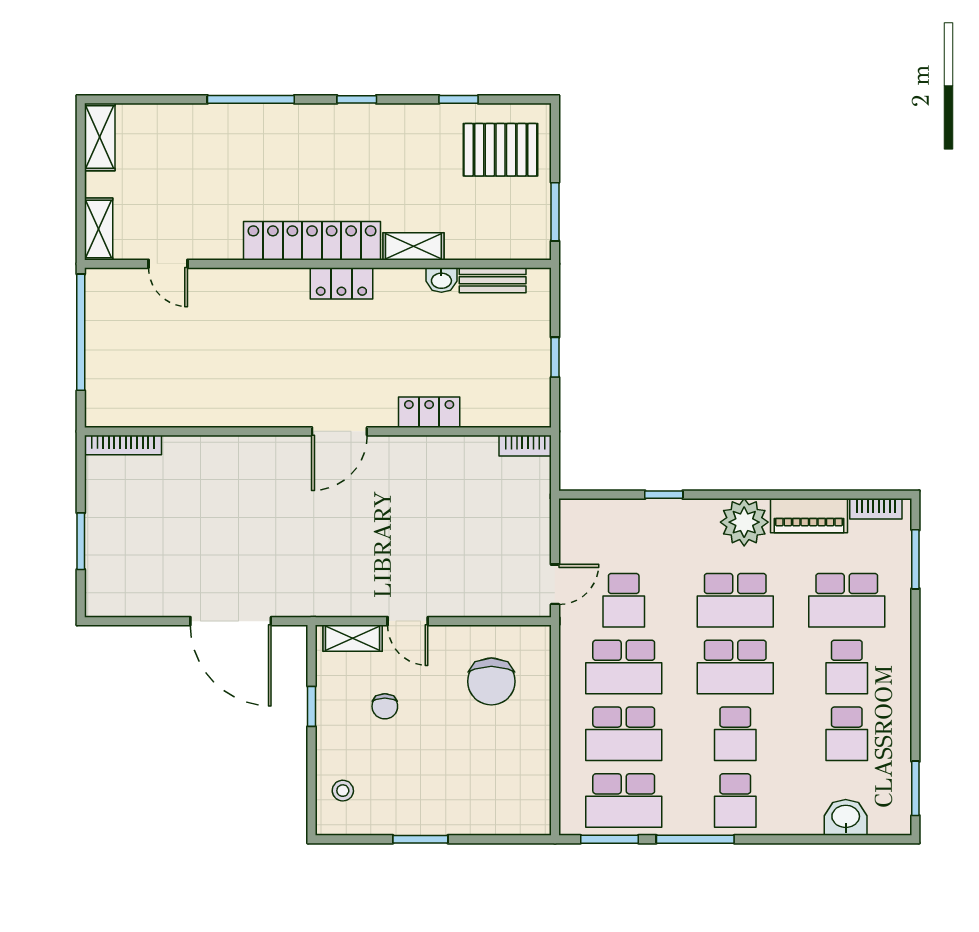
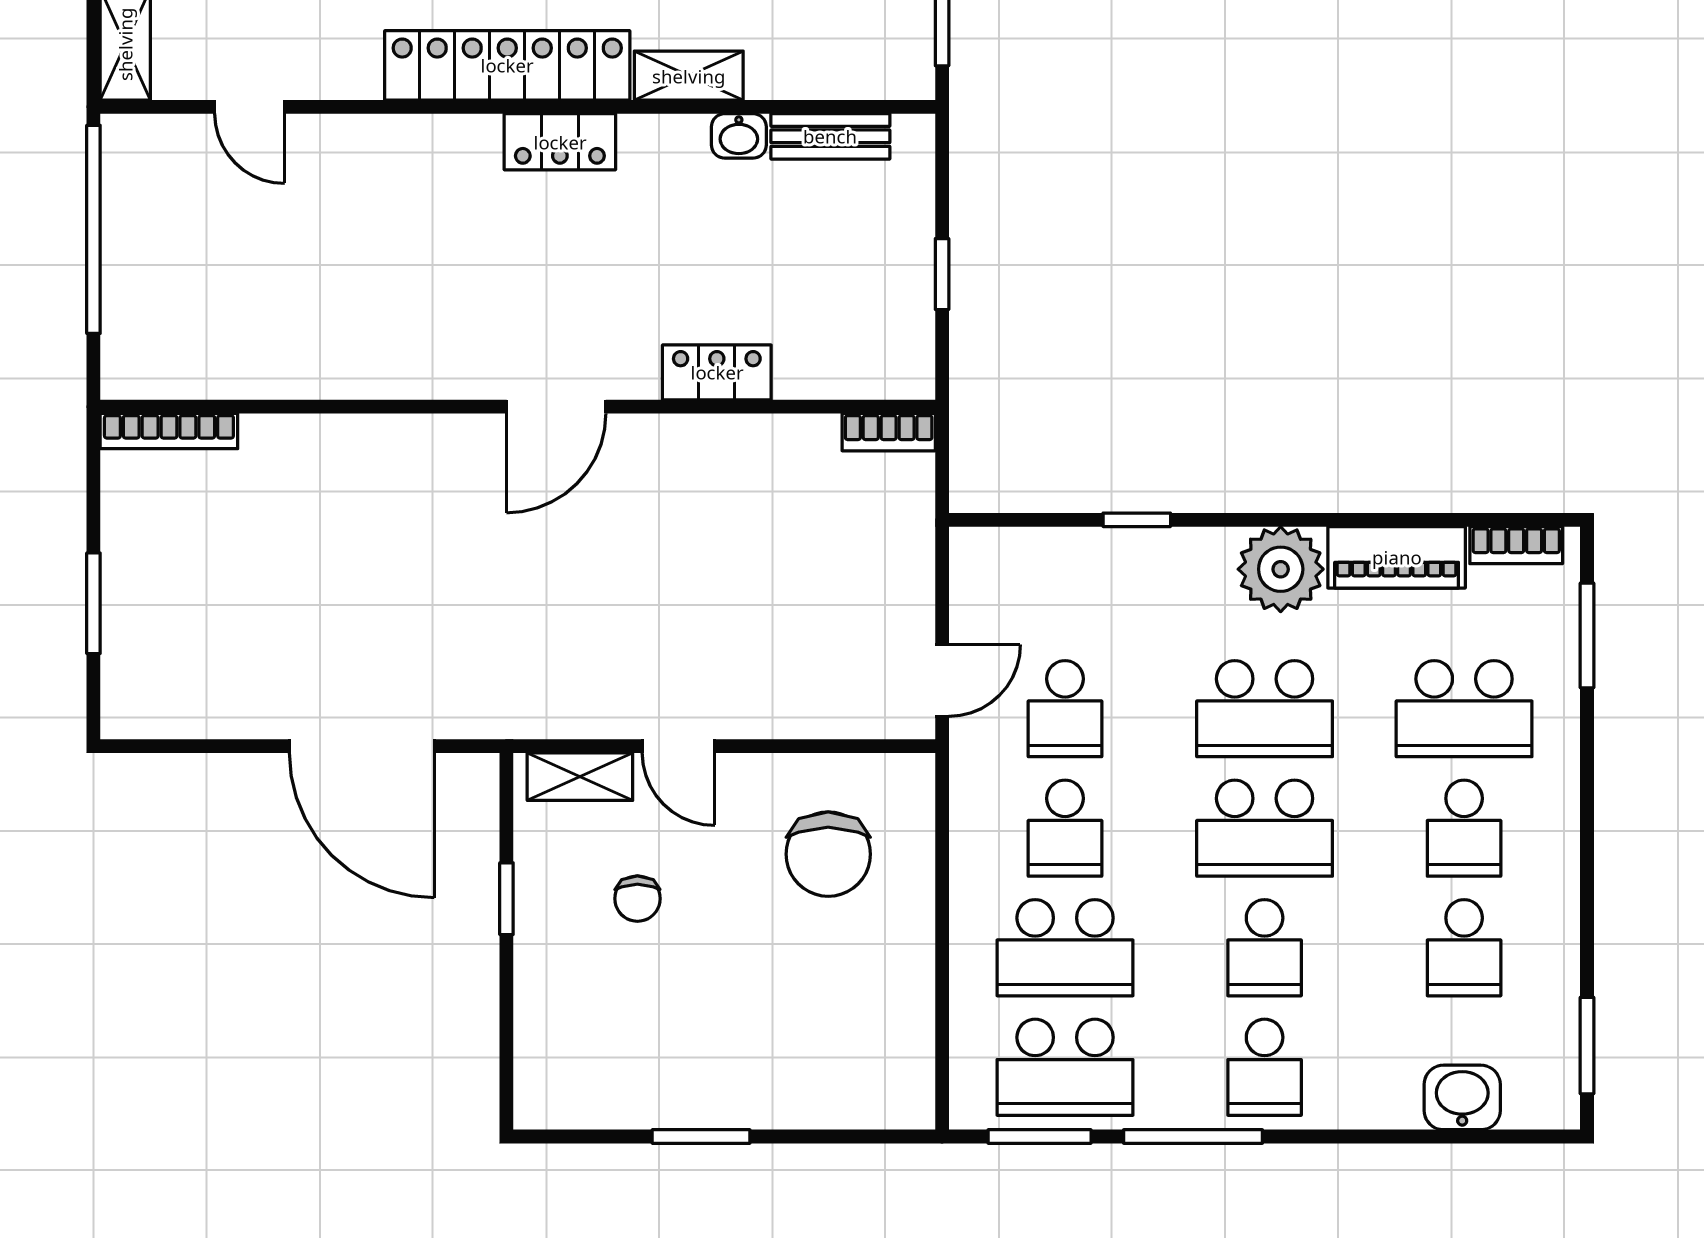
school desk: (624, 667) -> (1065, 828), width x0.54
stool: (343, 791) -> (562, 1049), removed

